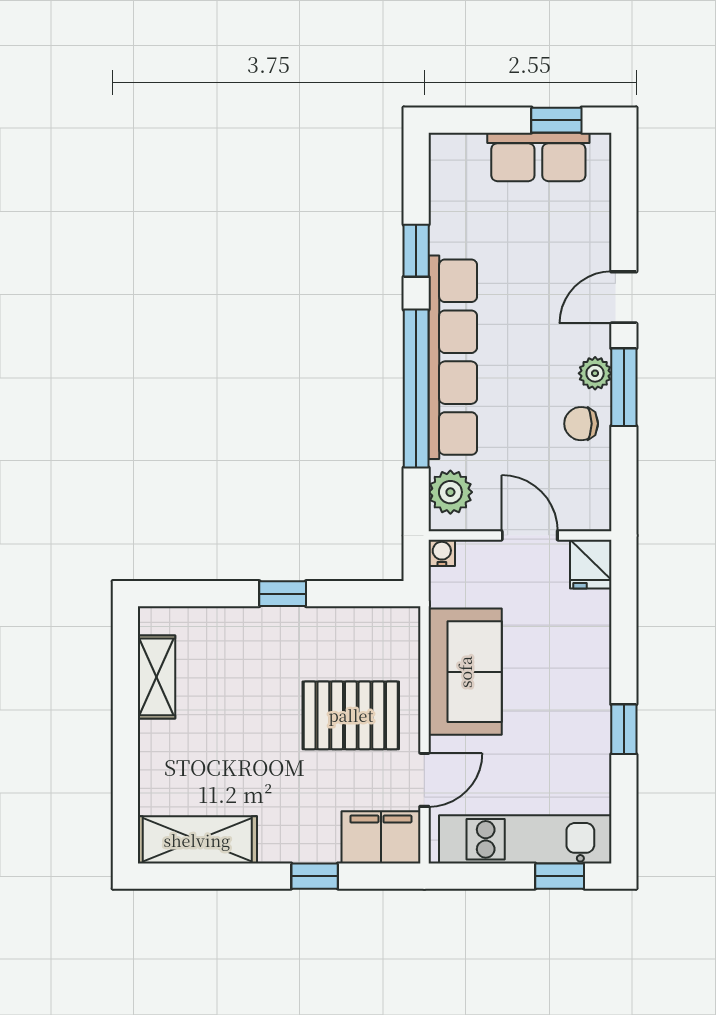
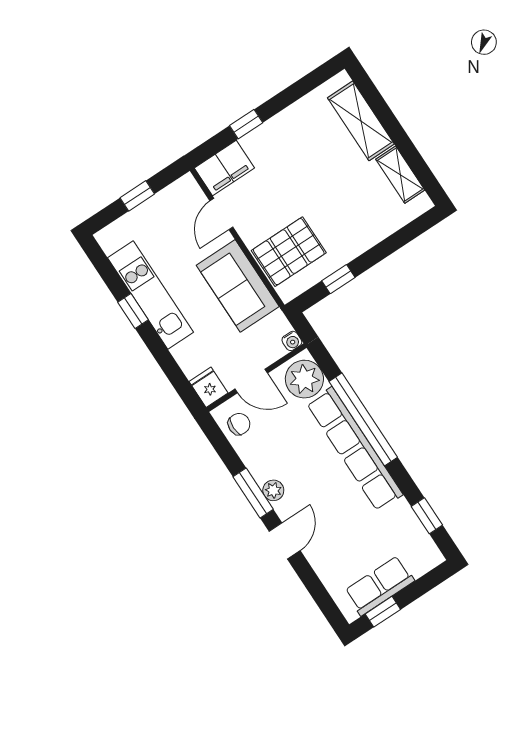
window: (416, 251) -> (427, 516), moved
chair: (581, 424) -> (239, 424), moved
plant: (450, 492) -> (304, 379), width x1.36, depth x1.36
window: (283, 594) -> (338, 279), moved
pallet: (351, 715) -> (289, 252), moved
kitchen unit: (525, 839) -> (151, 295), moved, turned -90
shelving: (197, 840) -> (361, 121), moved, turned 90
window: (560, 876) -> (137, 196), moved

